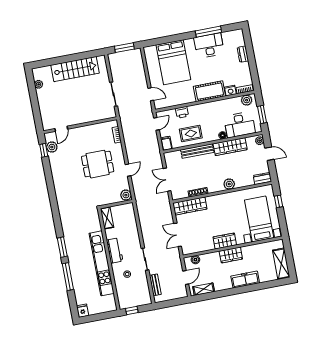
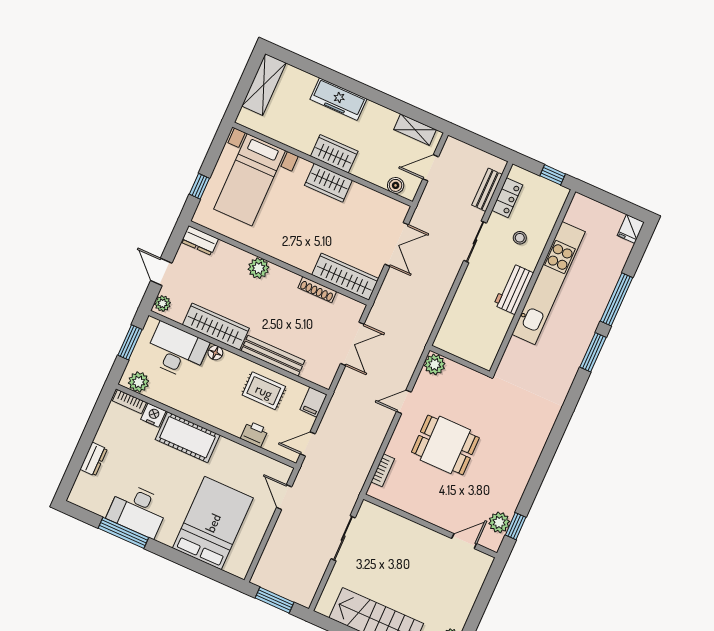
shelving: (107, 218) -> (490, 349), removed
locker: (144, 287) -> (507, 198), added

